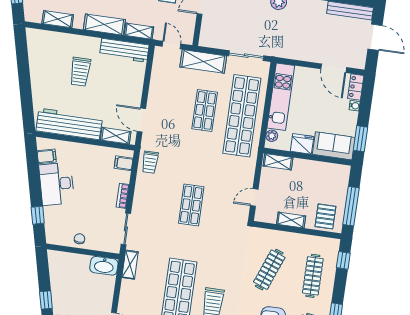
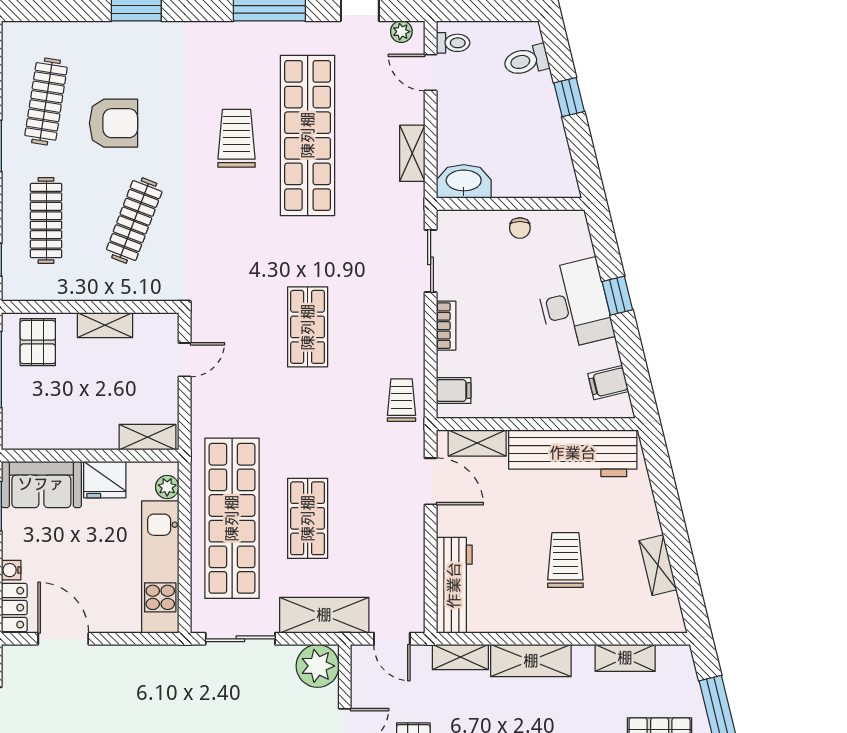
plant: (210, 37) -> (318, 666), added
workbench: (124, 50) -> (454, 585), moved, turned 90
shelving: (35, 63) -> (658, 565), added
desk: (57, 184) -> (574, 304), moved
window: (38, 215) -> (617, 296), moved
shelving: (130, 265) -> (412, 153), moved

